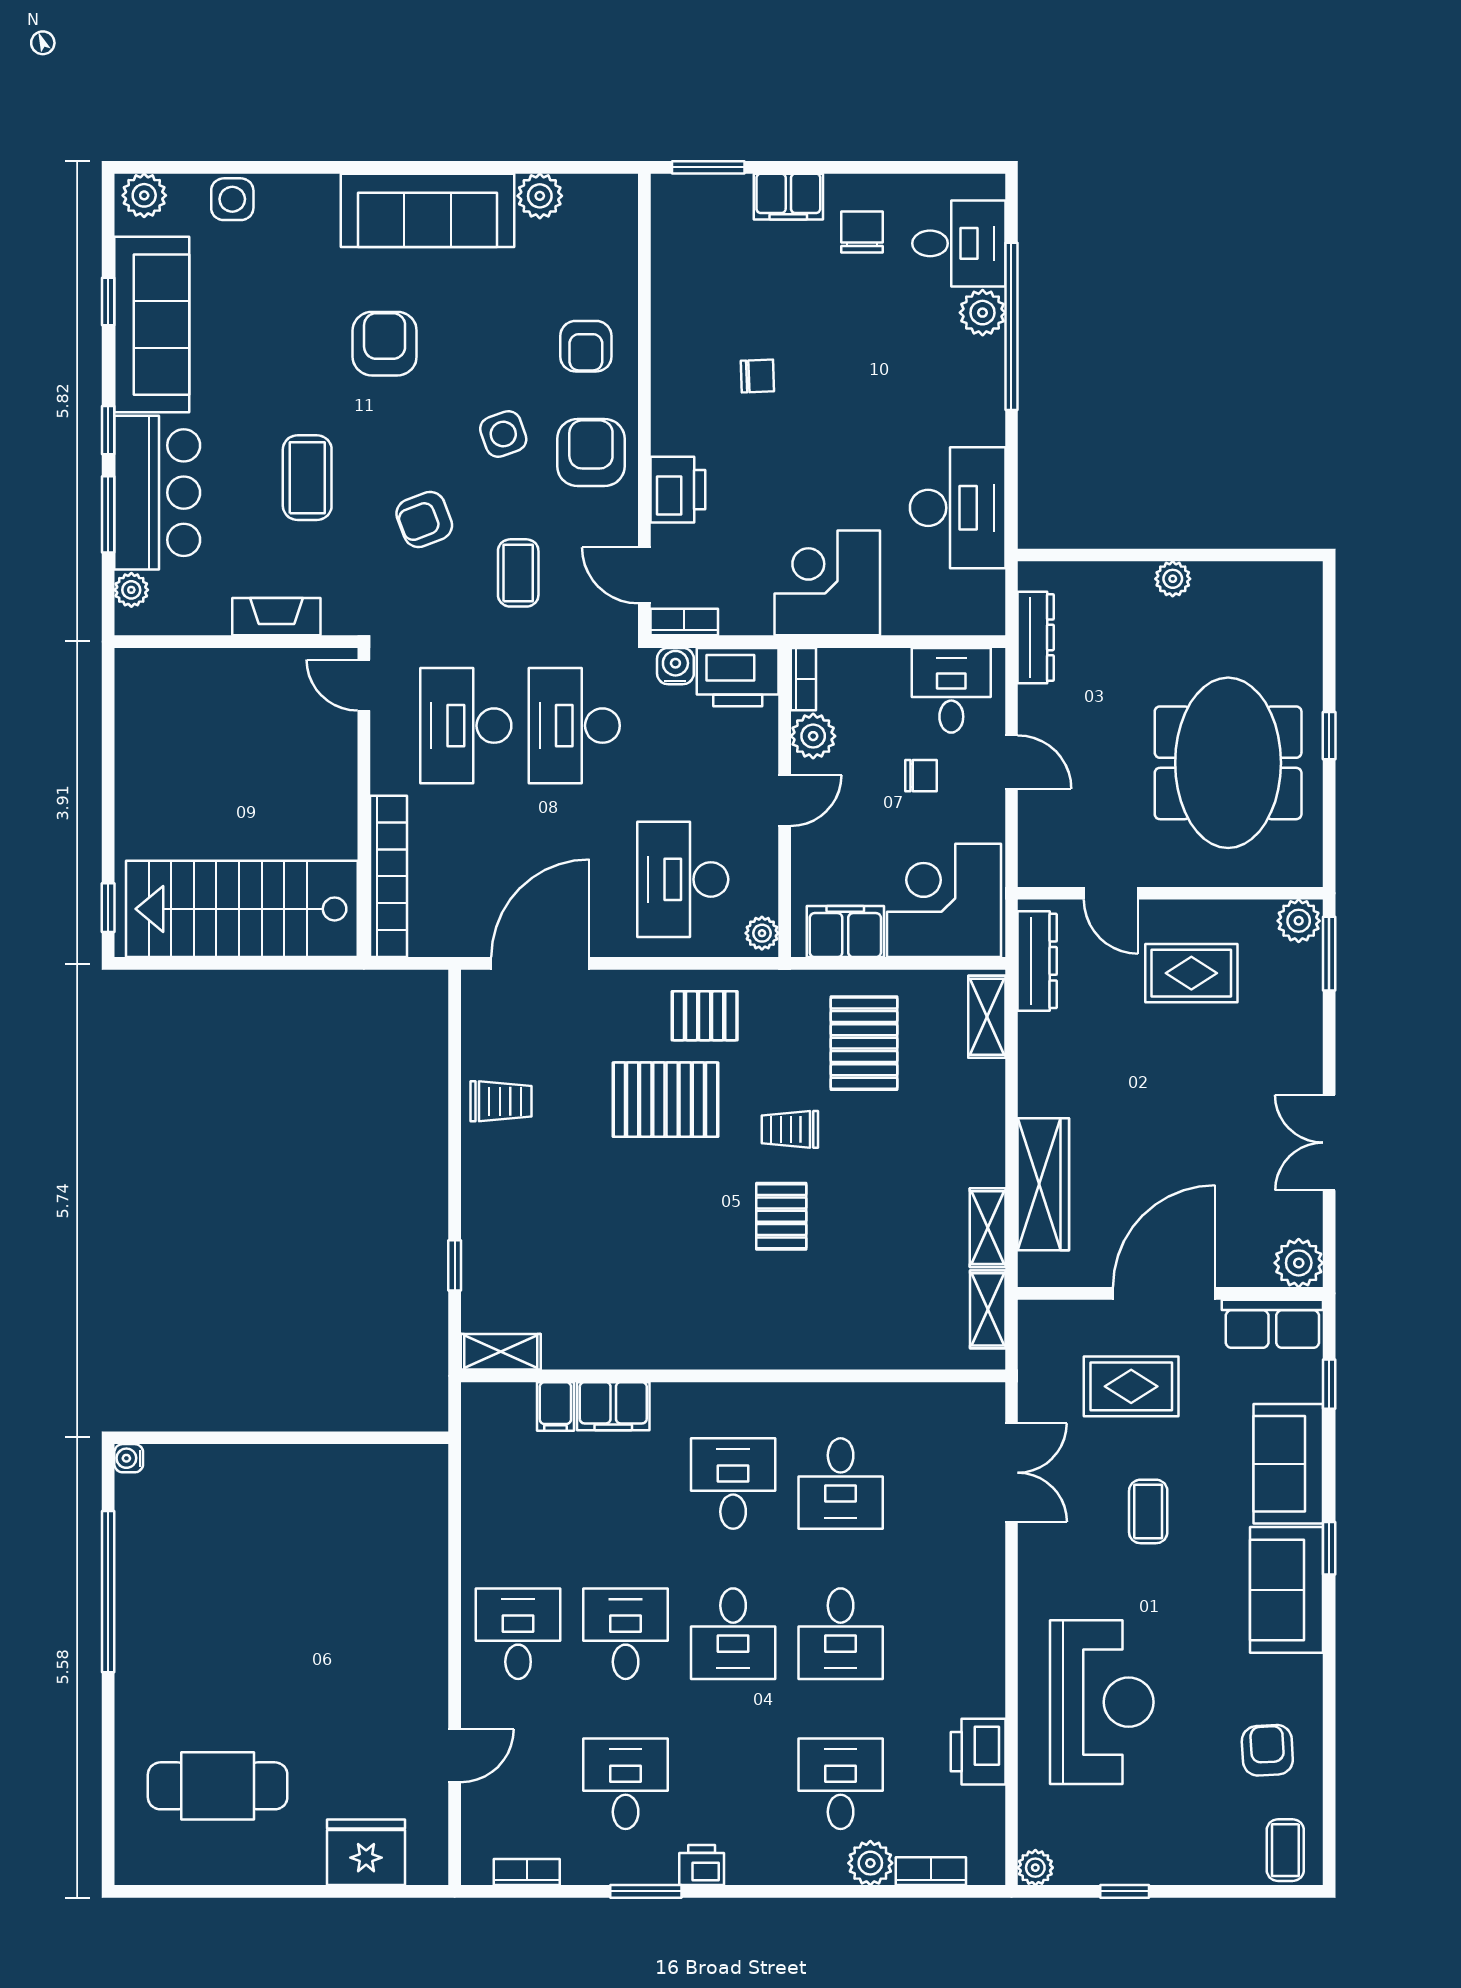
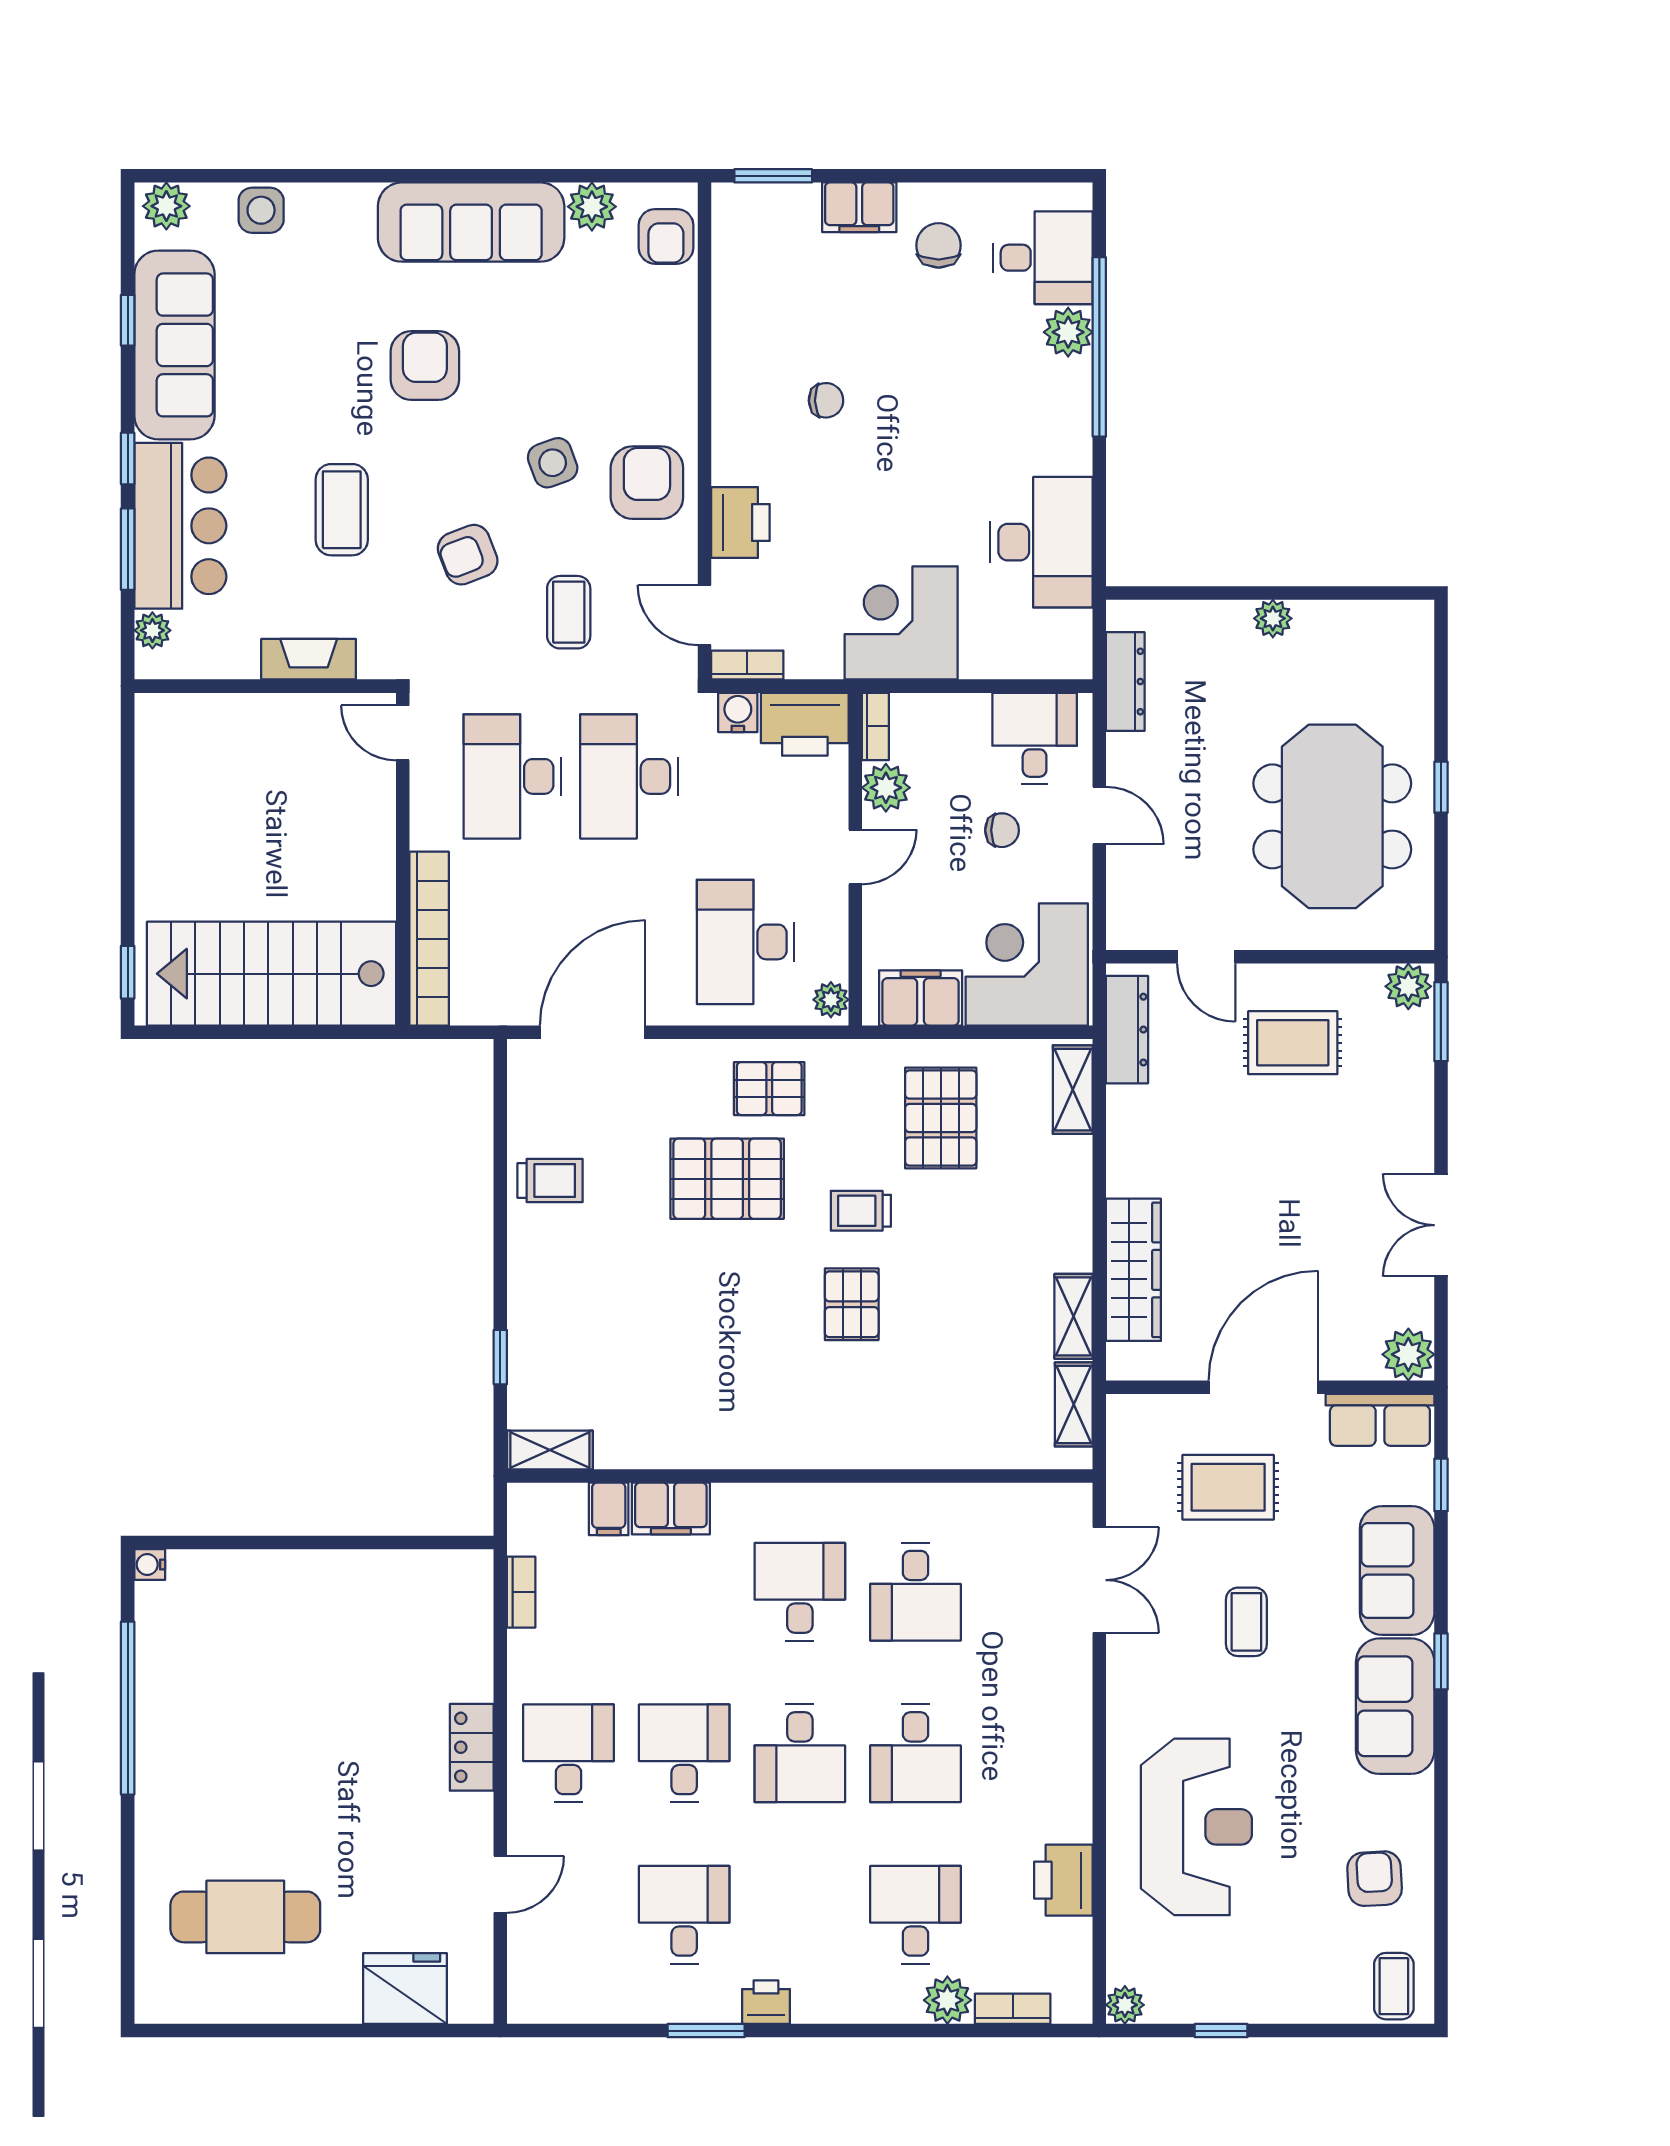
armchair: (586, 346) -> (666, 236), moved
locker: (428, 1628) -> (472, 1747), added
bookcase: (527, 1872) -> (521, 1592), moved, turned 90

